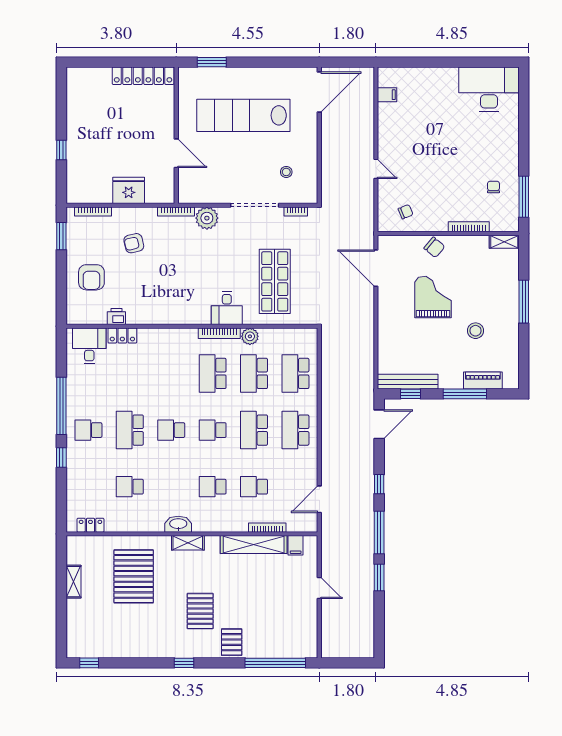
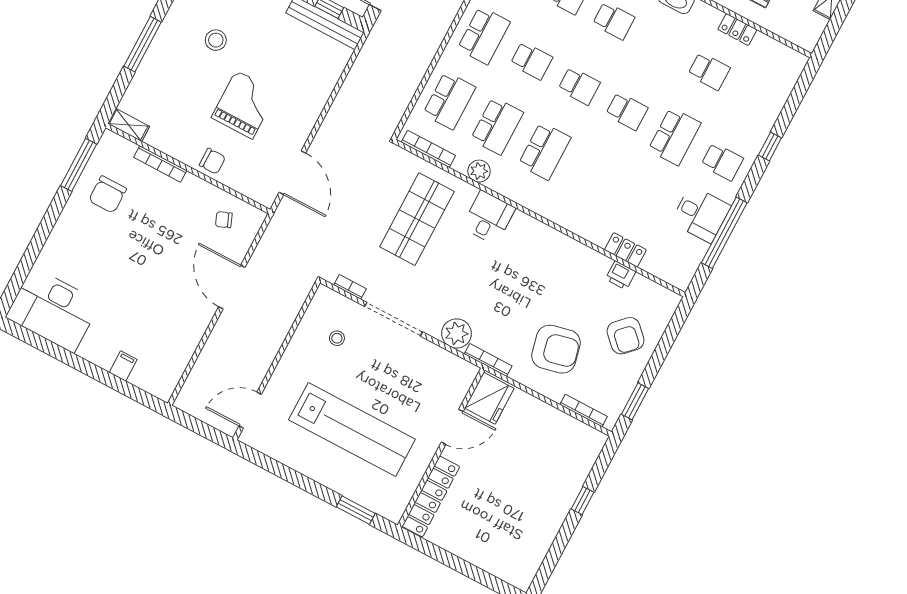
locker: (143, 76) -> (431, 496), moved, turned 90
door: (319, 92) -> (250, 410), width x0.73
filing cabinet: (387, 95) -> (123, 366), moved, turned 90
door: (176, 153) -> (452, 427), swing flipped
door: (376, 169) -> (232, 287), width x1.87
chair: (493, 187) -> (108, 195), width x1.87, depth x1.87
fridge: (129, 190) -> (489, 398), moved, turned -90
armchair: (134, 243) -> (556, 349), width x1.88, depth x1.88
chair: (434, 247) -> (212, 161), turned 140
armchair: (91, 277) -> (626, 336), turned 135
grand piano: (433, 297) -> (244, 105), turned 180
bookcase: (219, 333) -> (428, 149), moved
desk: (89, 346) -> (701, 214), moved, turned -90
window: (61, 406) -> (724, 233), moved
school desk: (254, 430) -> (531, 61), width x0.54
locker: (90, 525) -> (737, 29), moved

